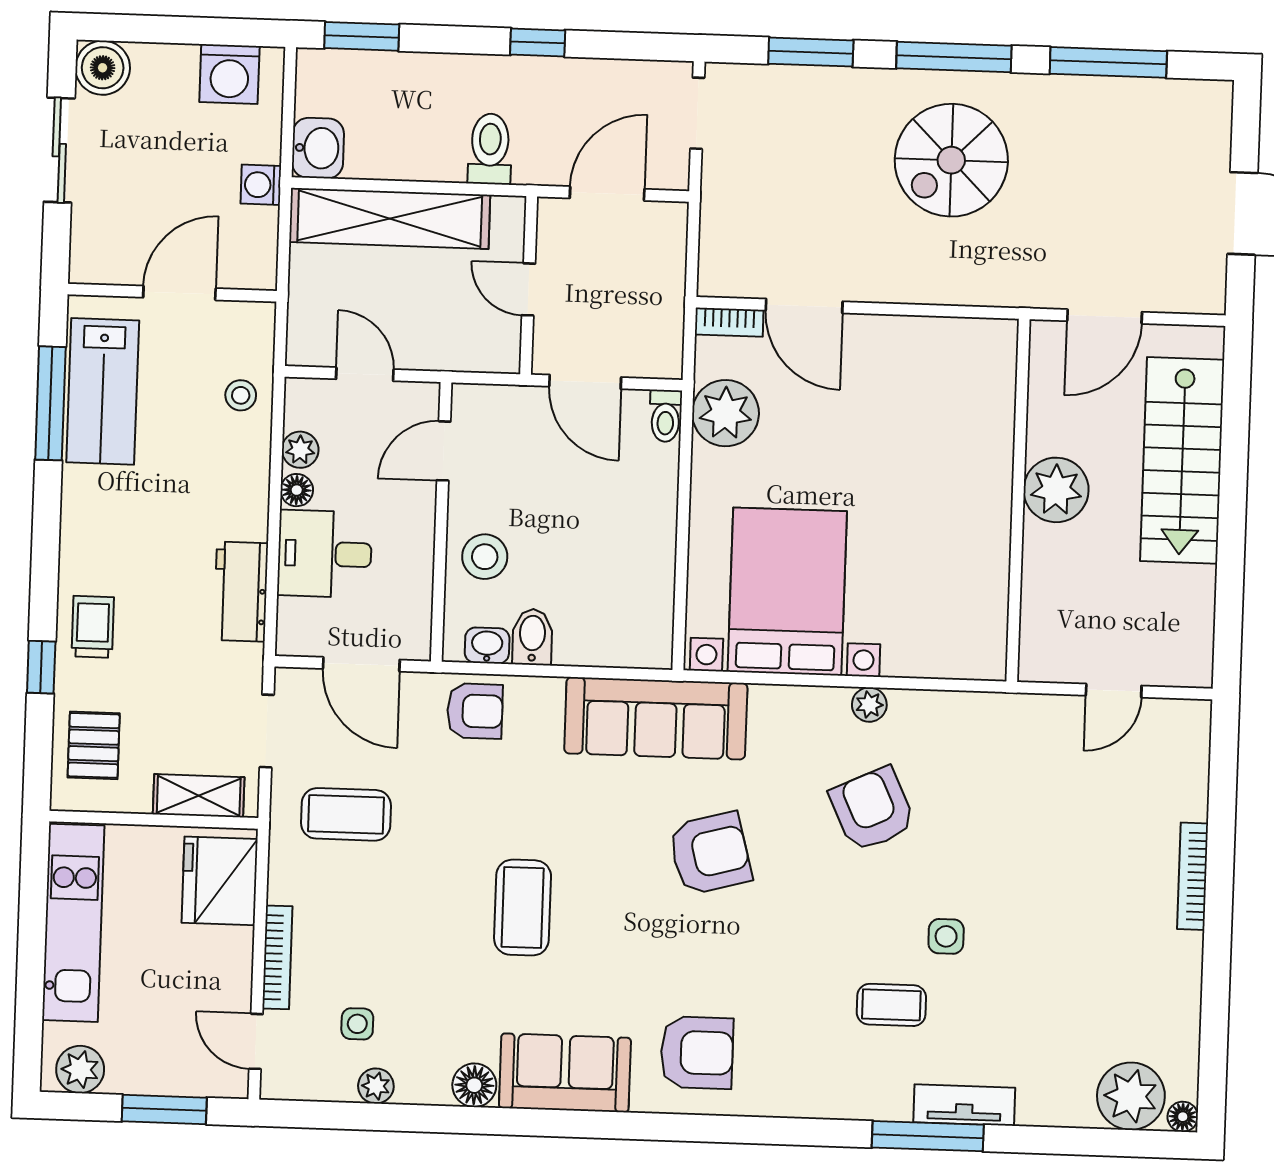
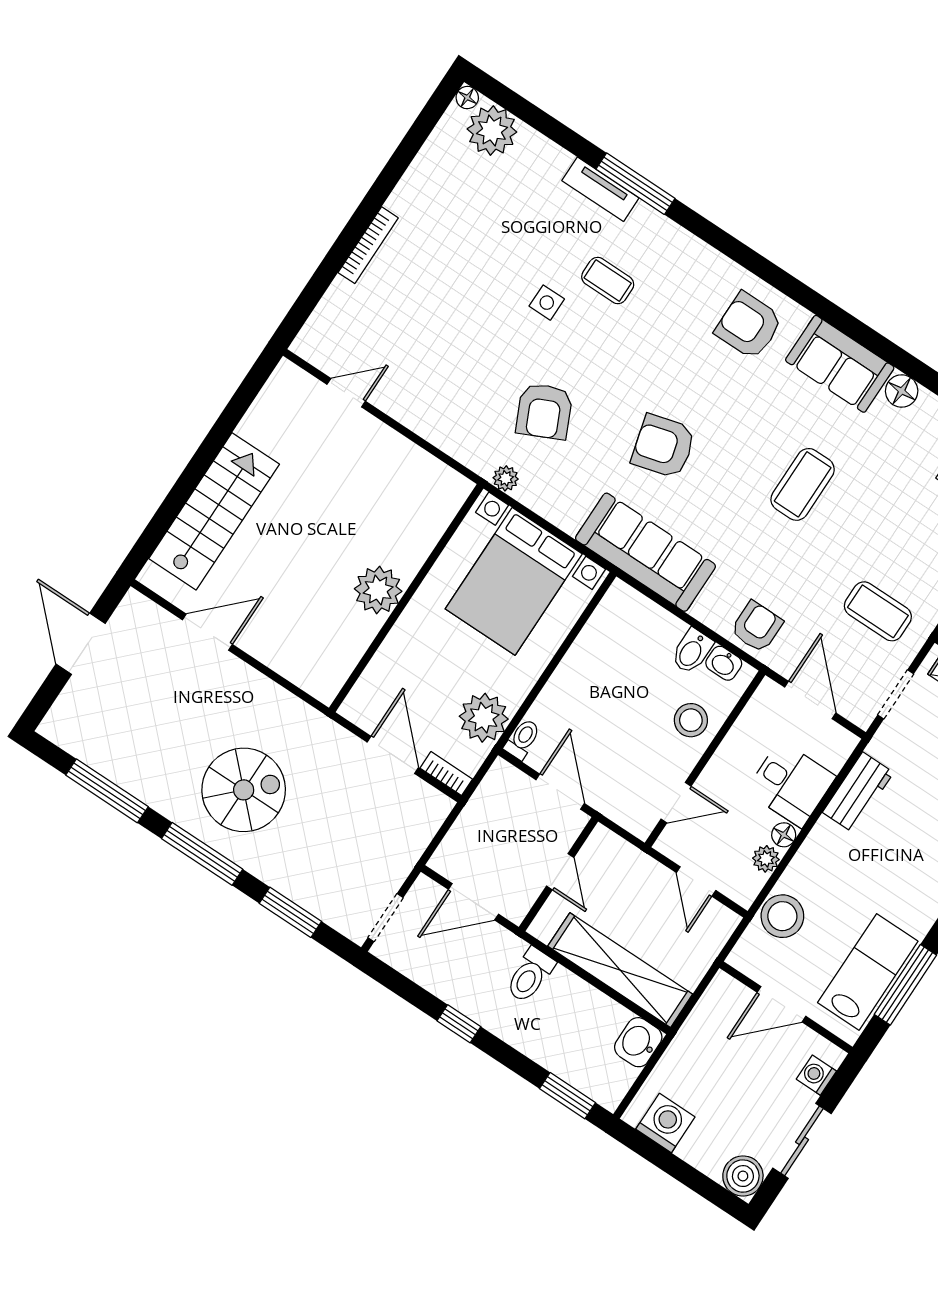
washing machine: (261, 185) -> (816, 1075), moved, turned 180
stool: (241, 395) -> (782, 916), width x1.89, depth x1.89
plant: (1056, 490) -> (378, 590), moved
wall: (1018, 500) -> (406, 598), moved
armchair: (475, 711) -> (757, 627), turned 90

